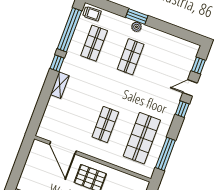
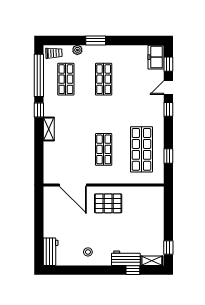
plant: (136, 27) -> (77, 50), moved
freezer: (189, 54) -> (156, 57), added
window: (165, 154) -> (168, 156), width x0.46

